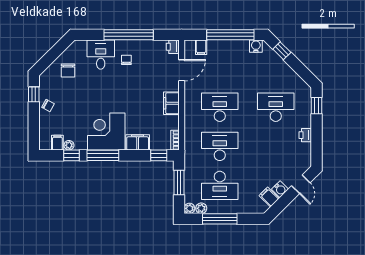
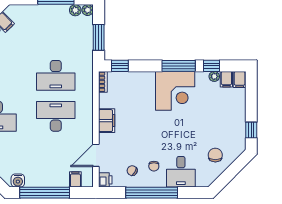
chair: (48, 106) -> (132, 171), moved
desk: (220, 107) -> (56, 116), turned 180
filing cabinet: (138, 142) -> (240, 79), moved, width x0.50
desk: (220, 185) -> (56, 34), removed

